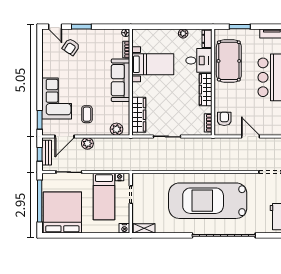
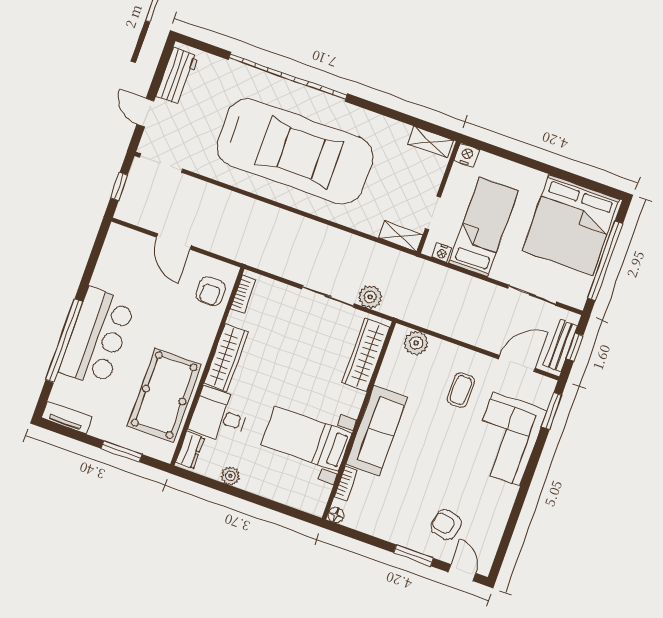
armchair: (71, 47) -> (446, 525), turned -112
plant: (87, 143) -> (370, 297), moved
shelving: (142, 178) -> (401, 236), added

